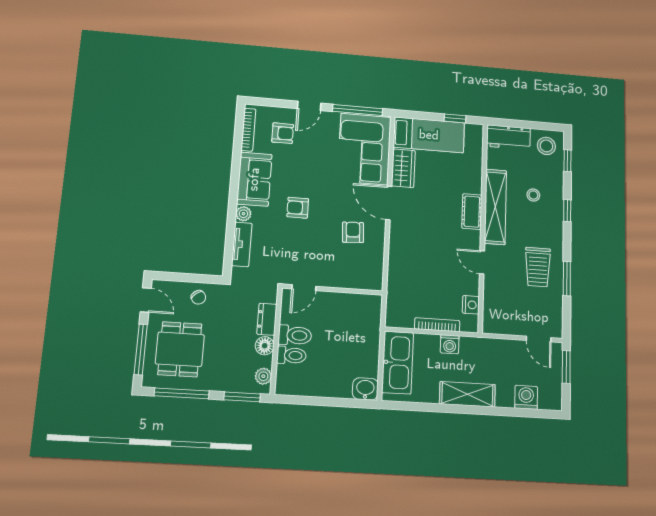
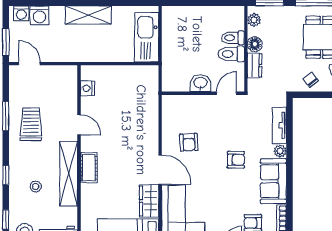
bookcase: (437, 325) -> (115, 70), removed
washing machine: (450, 344) -> (21, 13), moved, turned 180
washbasin: (365, 389) -> (200, 83), moved, turned 180

